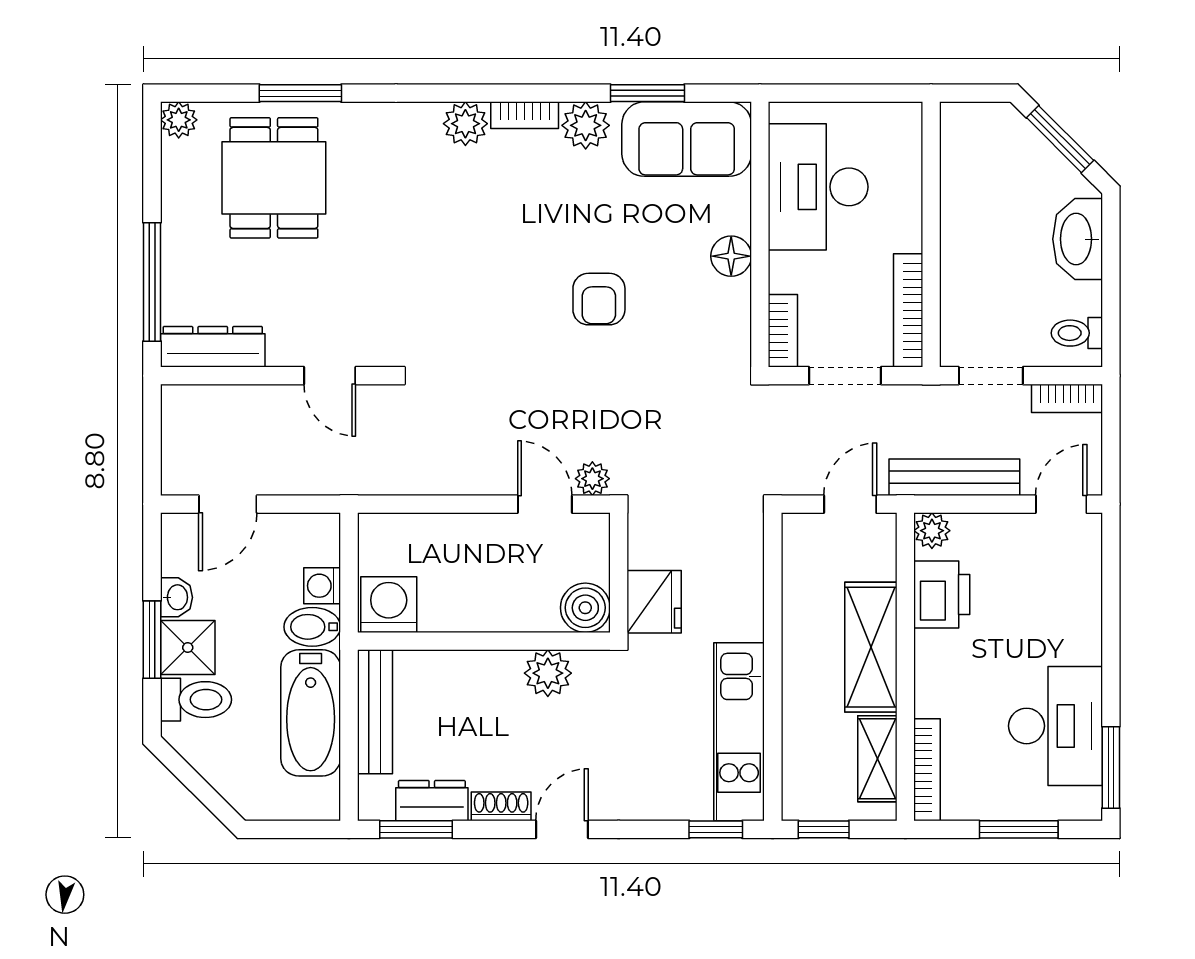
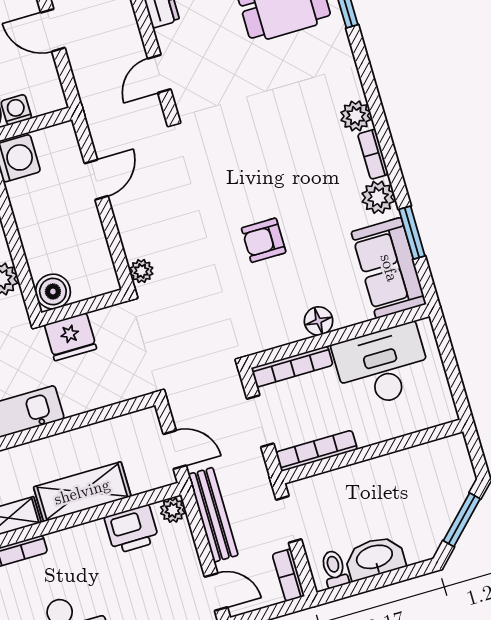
washbasin: (1078, 239) -> (375, 558), moved
bookcase: (783, 331) -> (292, 367), width x1.56
door: (545, 504) -> (96, 180), moved

